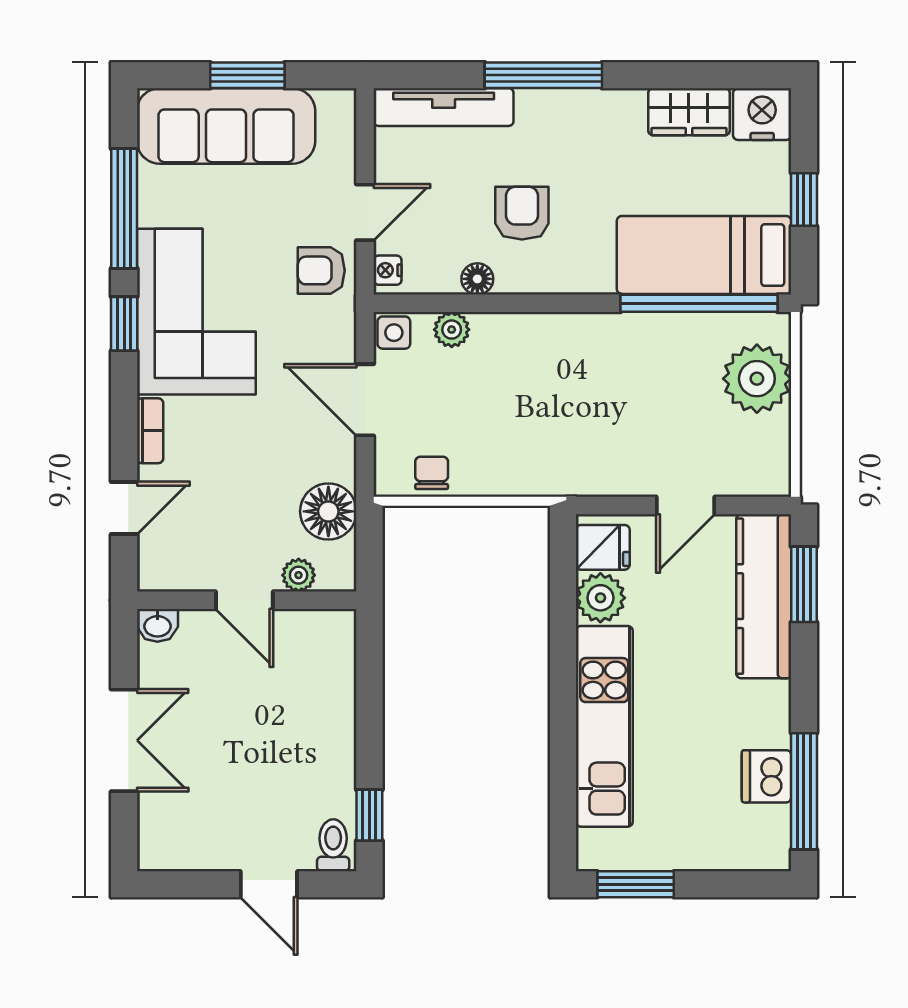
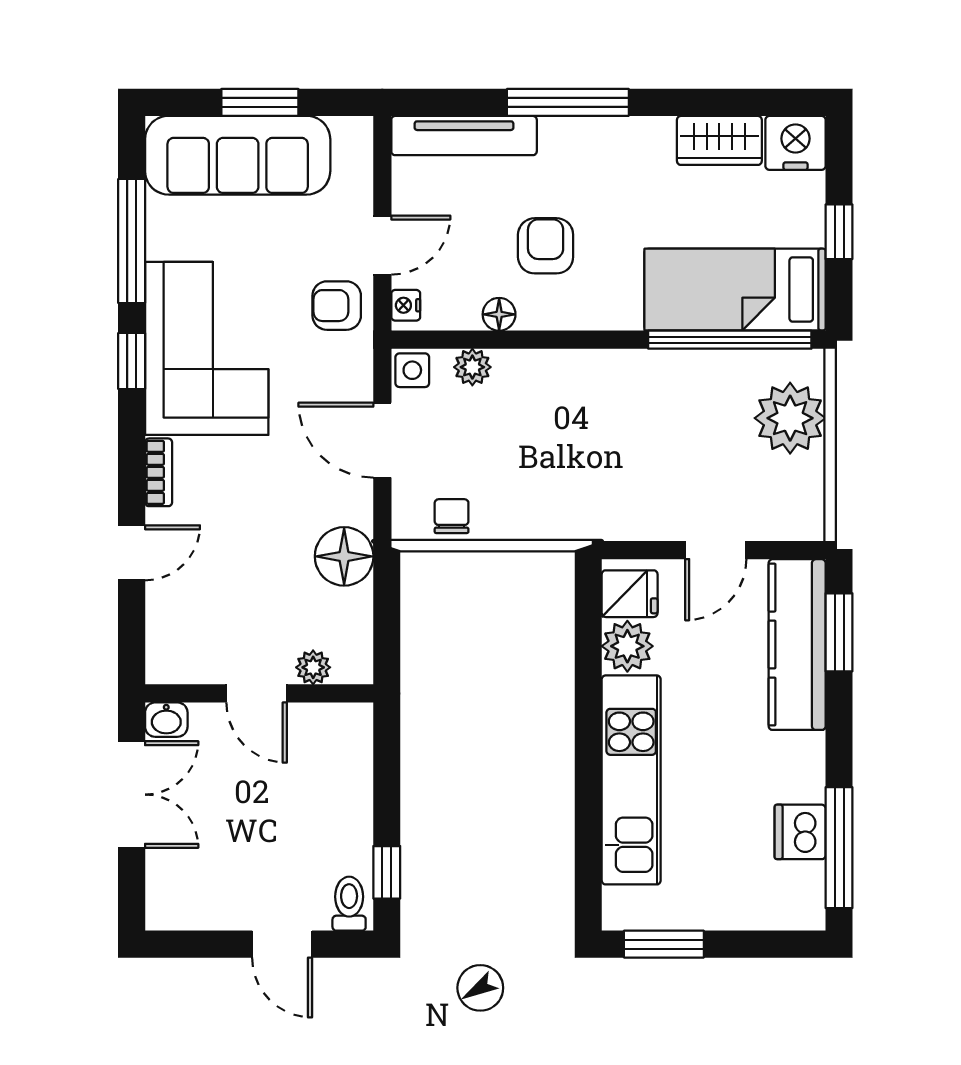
plant: (299, 575) -> (313, 667), moved
door: (244, 600) -> (257, 693), moved
wall: (247, 600) -> (259, 693), moved
washbasin: (157, 625) -> (166, 720), moved

